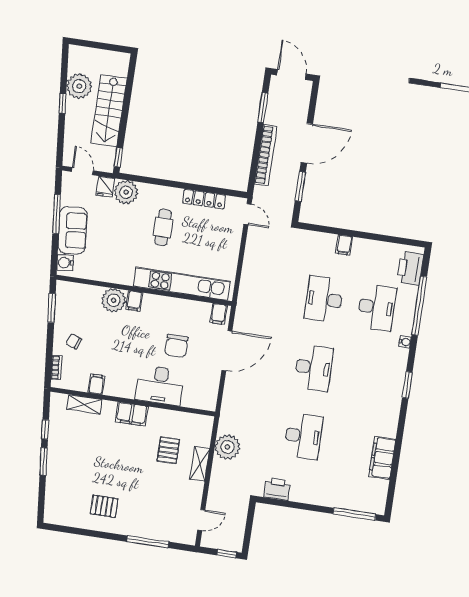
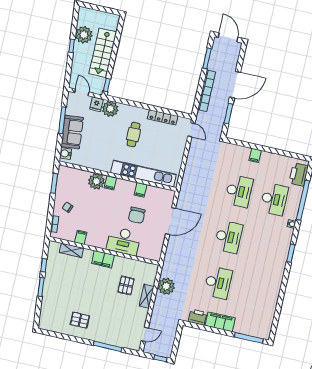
desk: (324, 299) -> (239, 191), turned 180
filing cabinet: (219, 314) -> (141, 190), moved
filing cabinet: (382, 458) -> (220, 322), moved, turned 90

